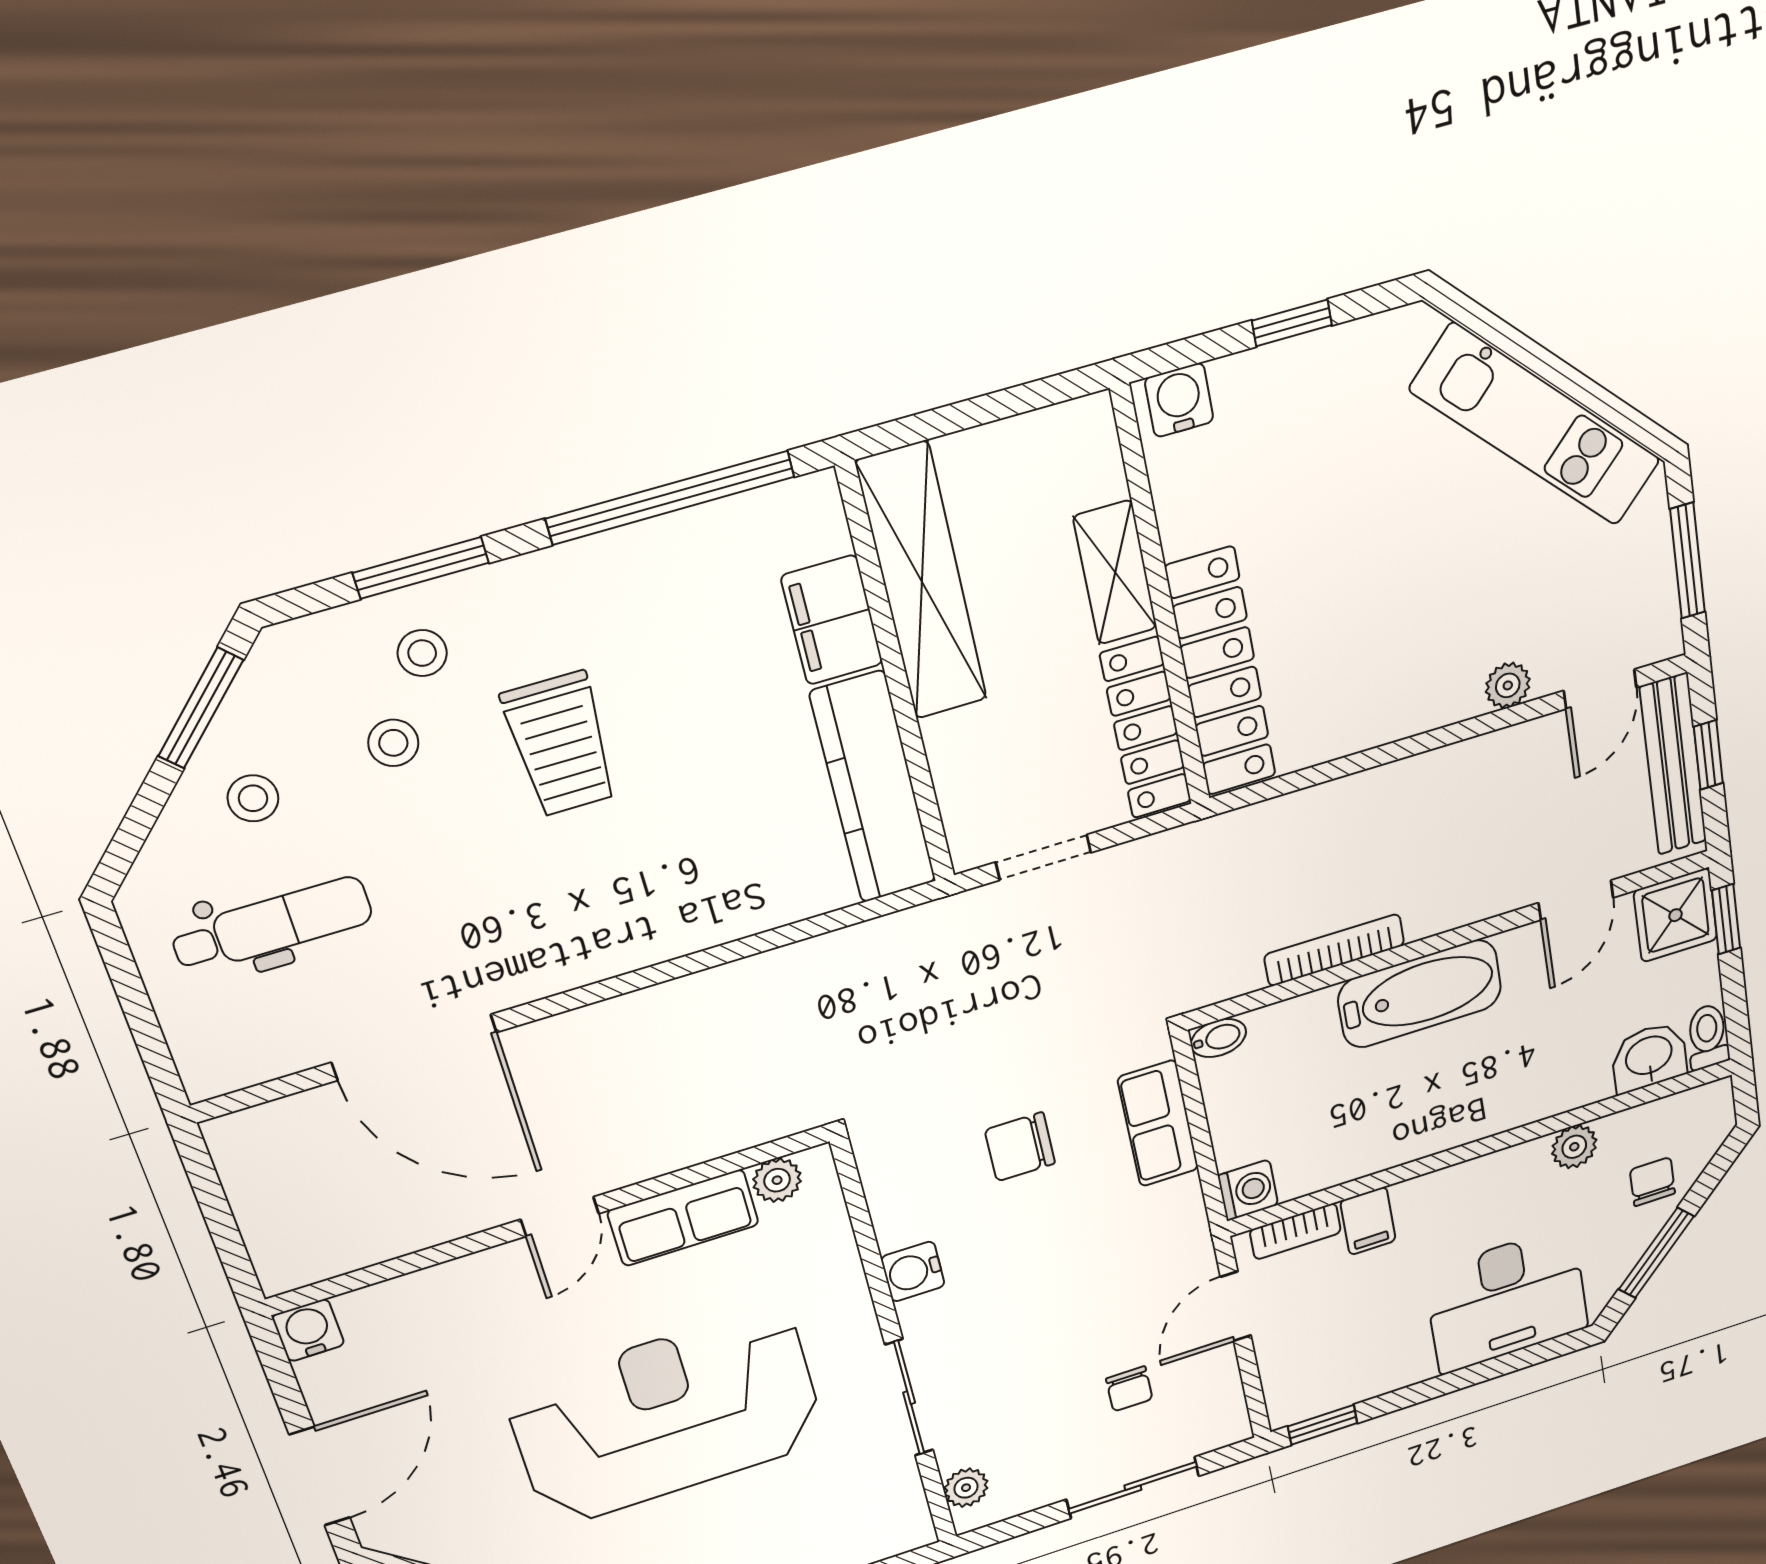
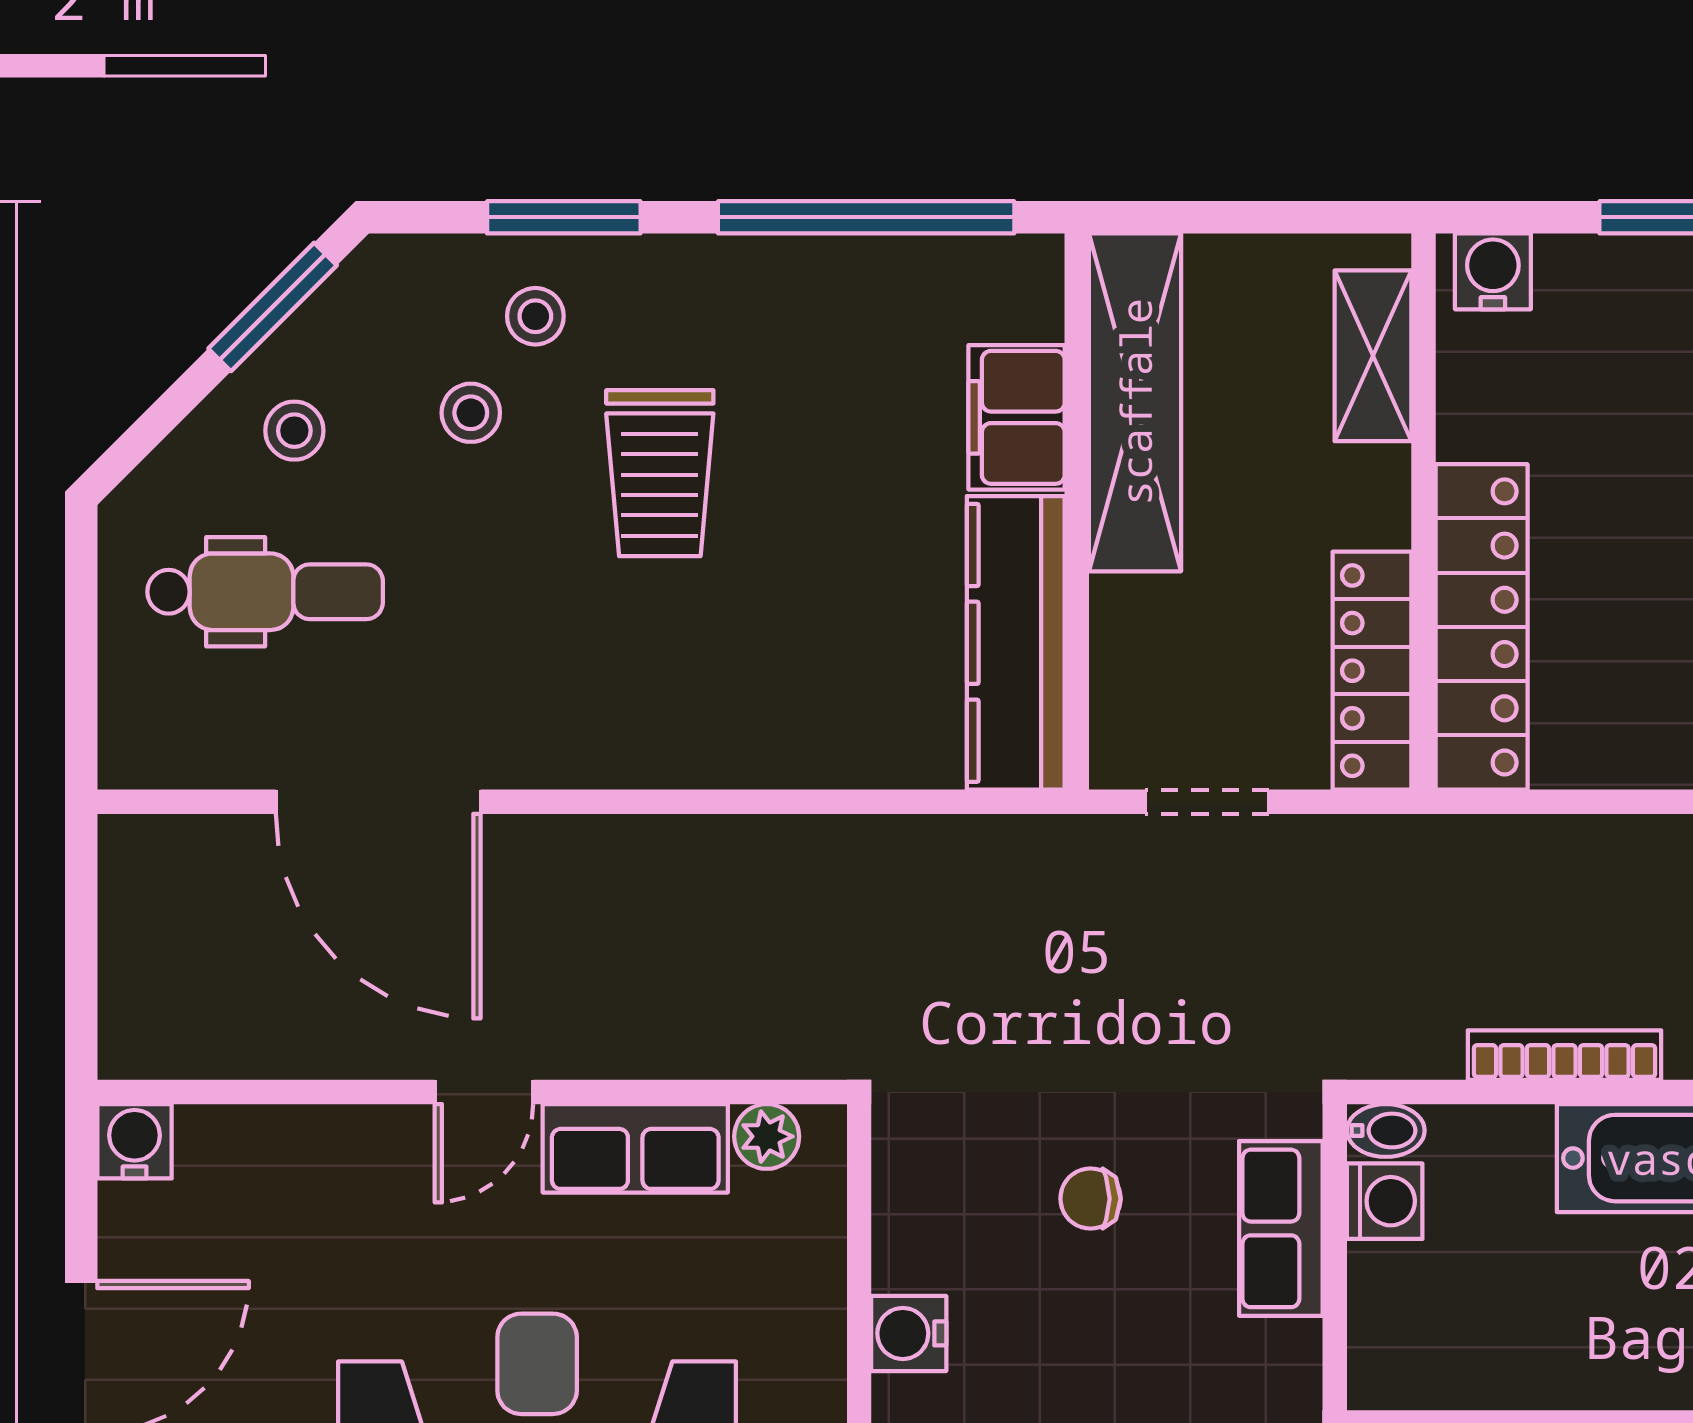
shelving: (1115, 572) -> (1373, 356), moved
chair: (1020, 1147) -> (1090, 1199), width x0.73, depth x0.73
washing machine: (1248, 1190) -> (1385, 1201), moved

